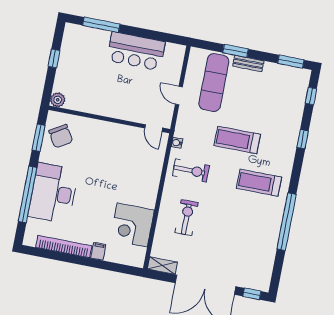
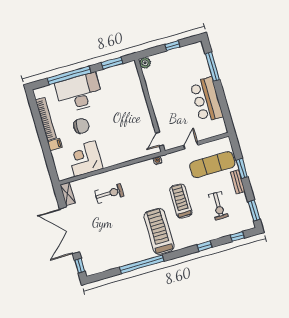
chair: (61, 136) -> (81, 126), moved, turned -149
exercise bike: (191, 171) -> (218, 206), moved
treadmill: (259, 183) -> (159, 231), width x1.37, depth x1.38

